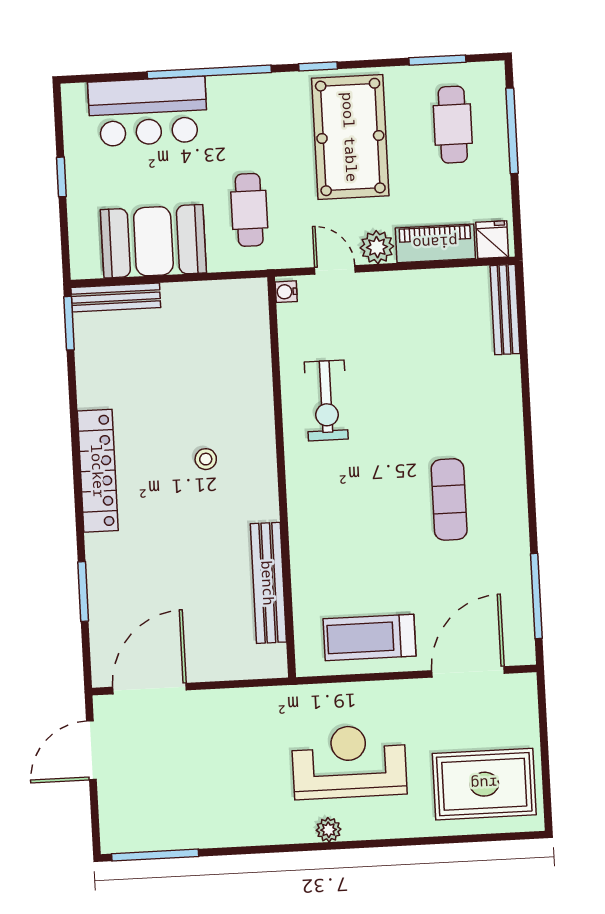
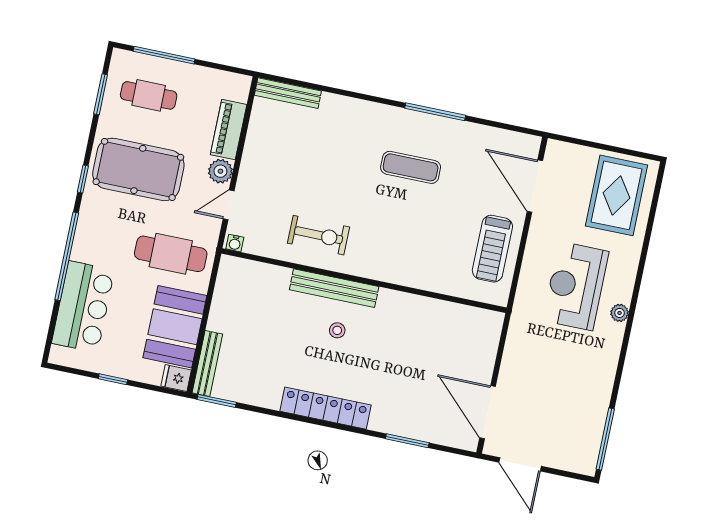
cafe table: (249, 210) -> (171, 254), width x1.37, depth x1.35
fridge: (492, 240) -> (176, 378), moved
bench: (268, 583) -> (334, 288), moved
window: (536, 596) -> (435, 112), moved

